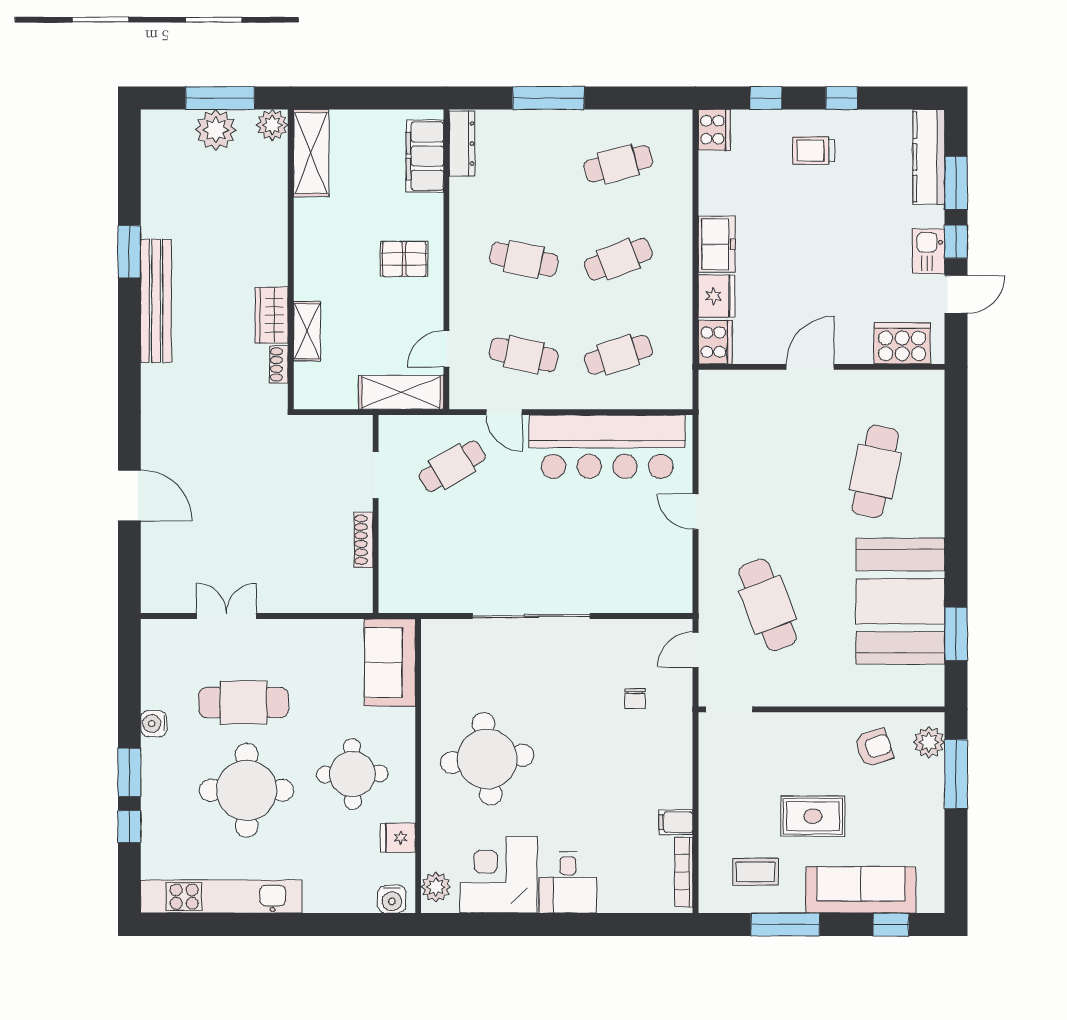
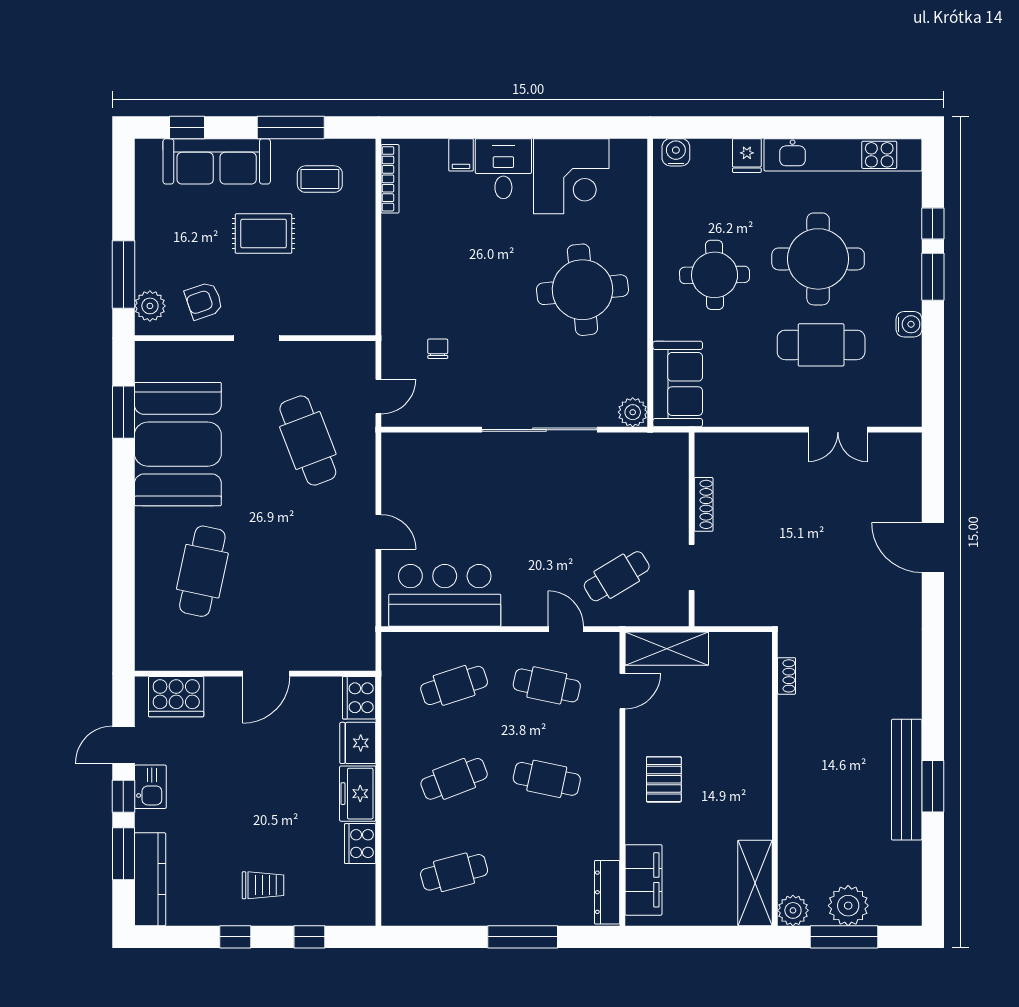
cooker: (714, 130) -> (360, 844), moved
pallet: (404, 259) -> (664, 779), turned 90
bench: (156, 301) -> (907, 780), moved
wardrobe: (272, 315) -> (794, 724), removed
shelving: (307, 331) -> (759, 709), removed
bar counter: (607, 447) -> (445, 595), width x0.73
doorway: (729, 709) -> (256, 338), moved
filing cabinet: (676, 822) -> (461, 155), moved, turned 90
fridge: (398, 838) -> (747, 156), moved, turned 90
plant: (436, 887) -> (633, 412), moved

